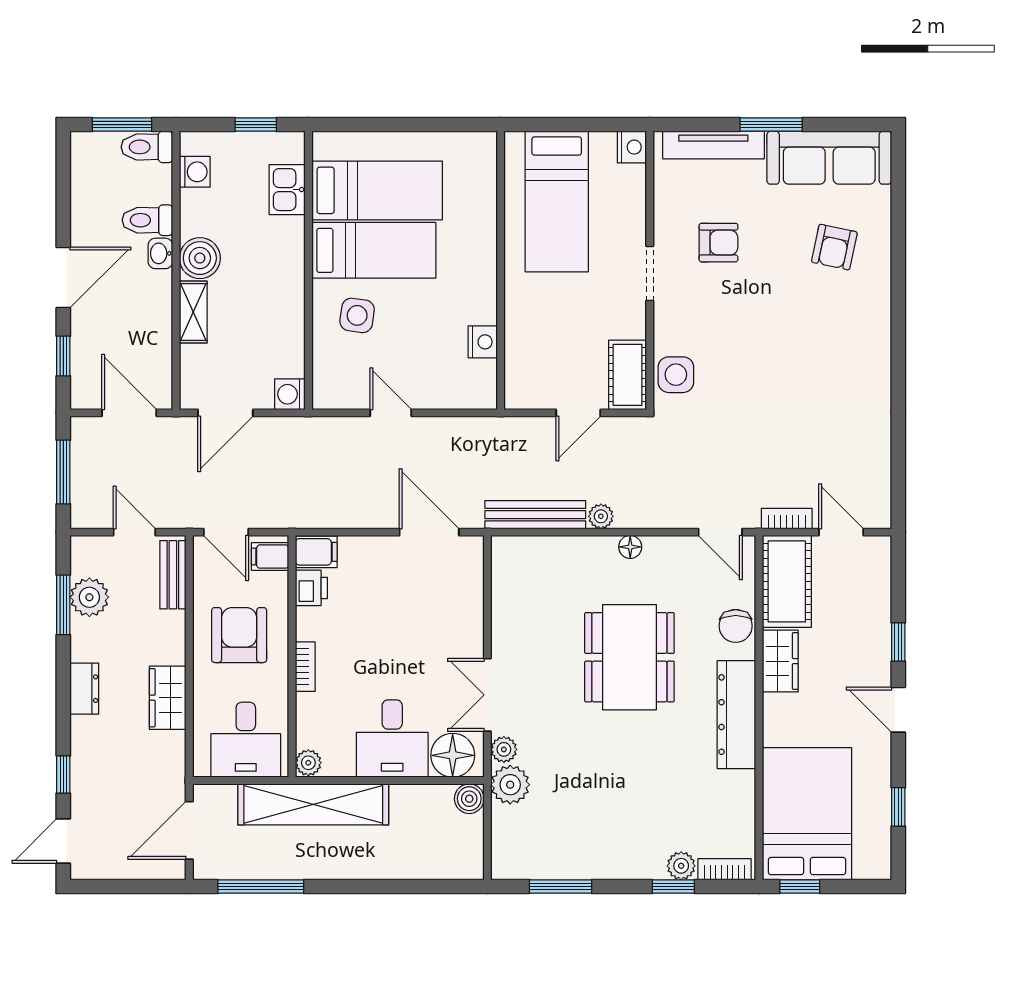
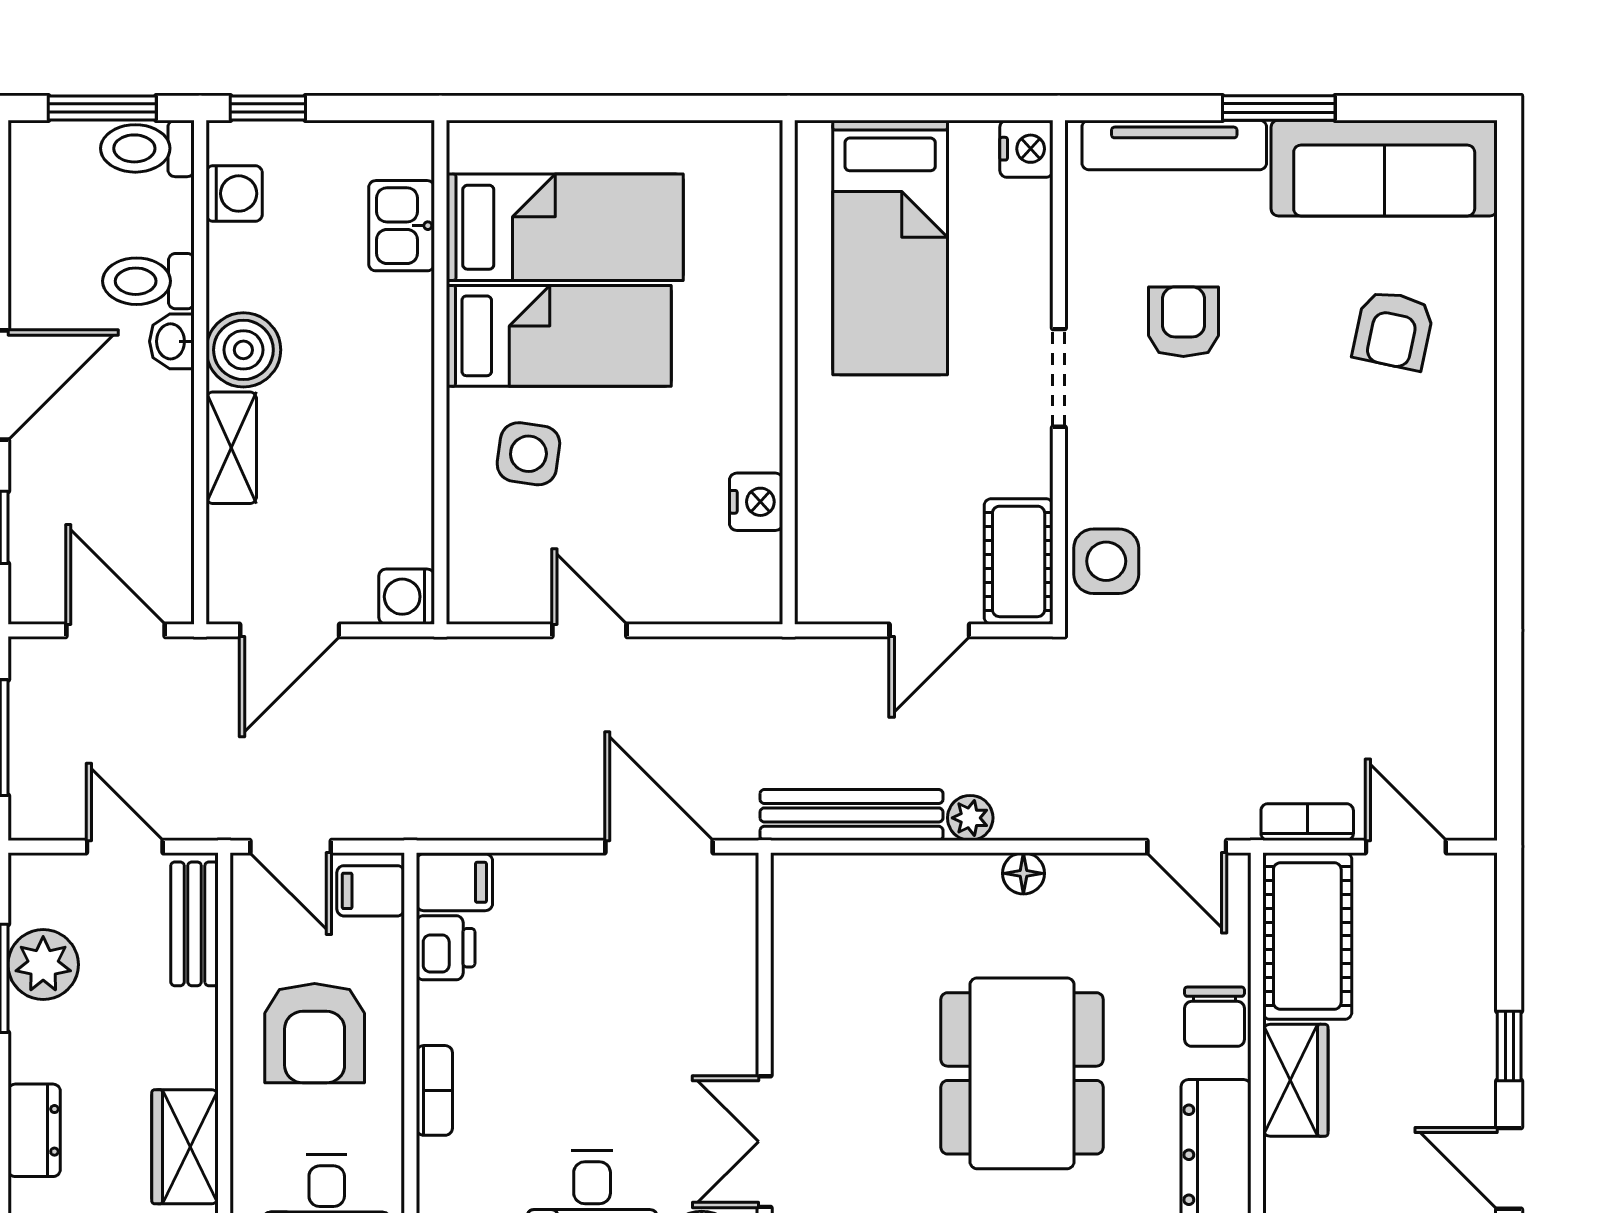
window: (256, 125) -> (268, 108), moved
armchair: (719, 243) -> (1183, 322), turned -90
armchair: (239, 635) -> (315, 1033), turned 180

